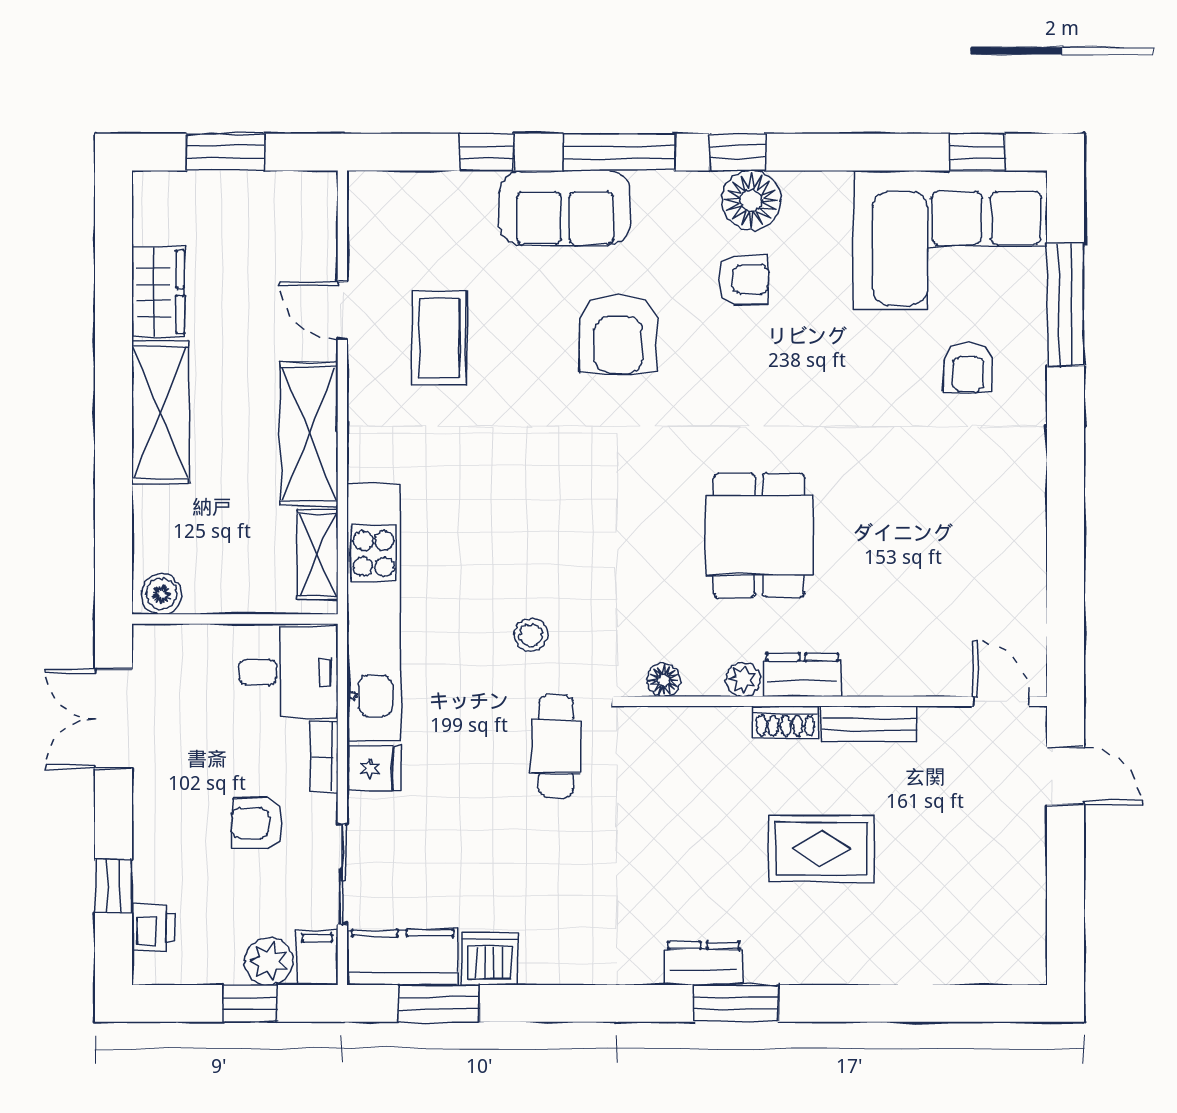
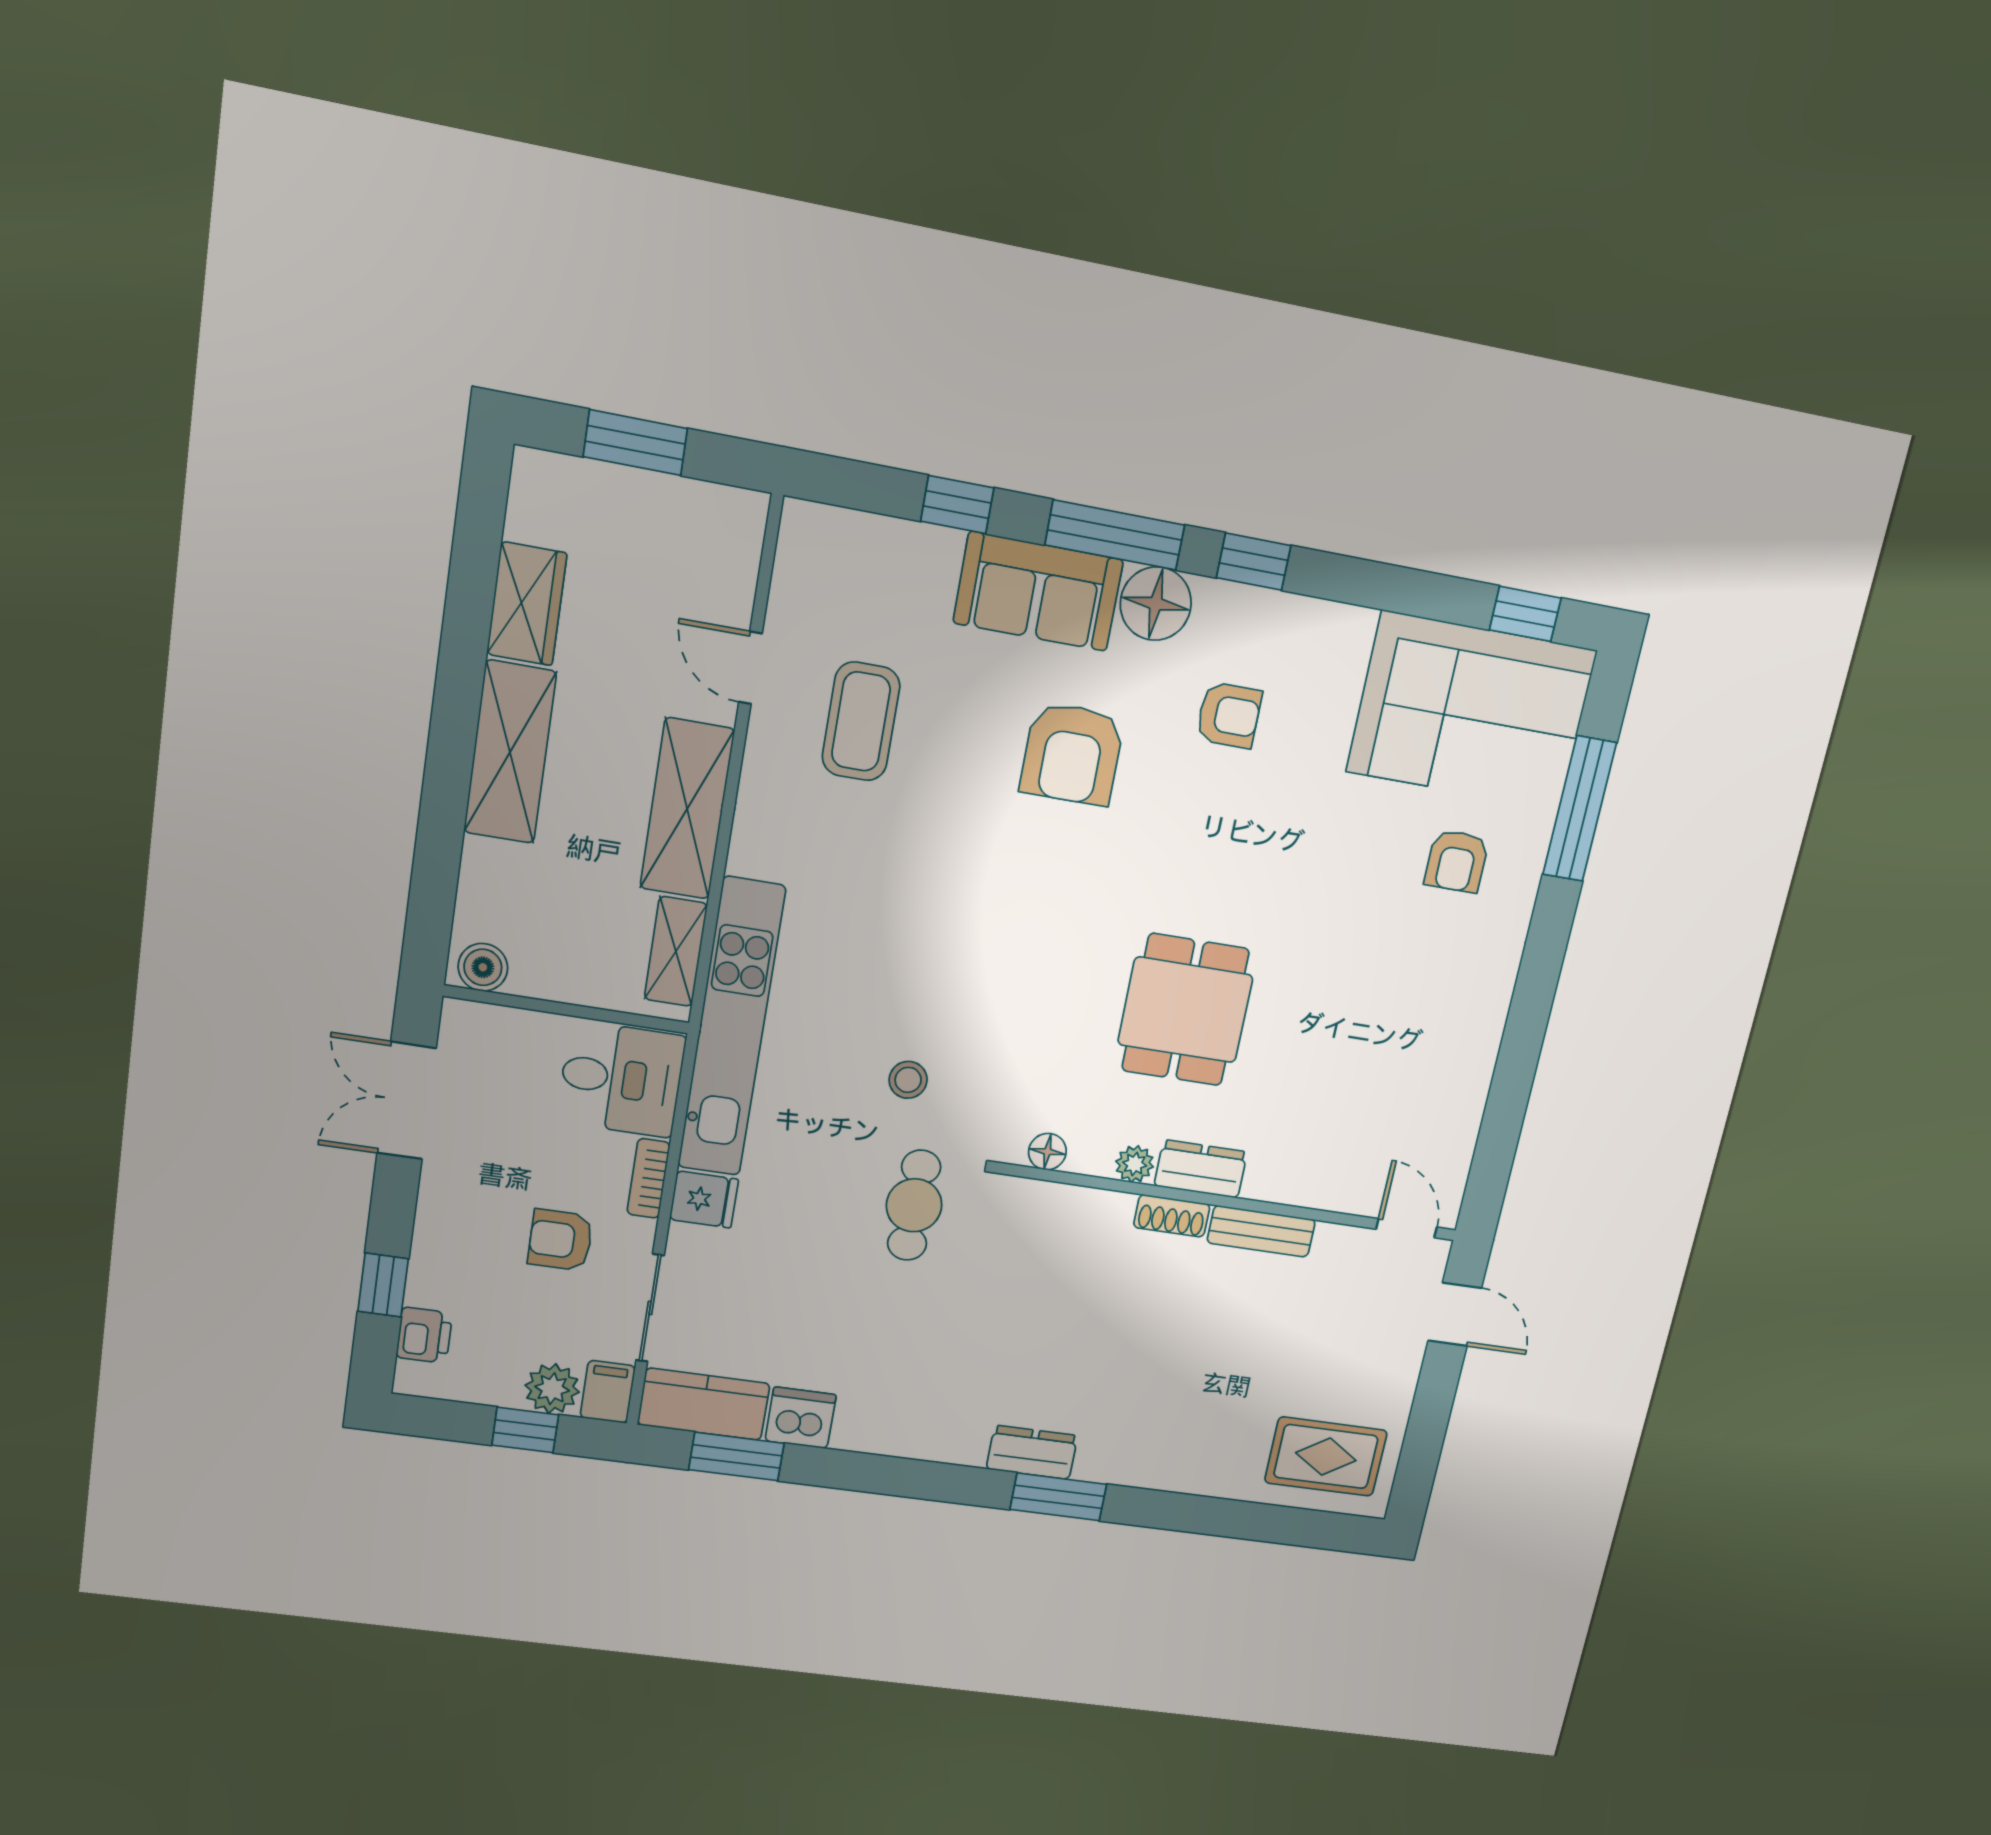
floor lamp: (751, 200) -> (1156, 604), moved
rug: (821, 849) -> (1326, 1457), moved

